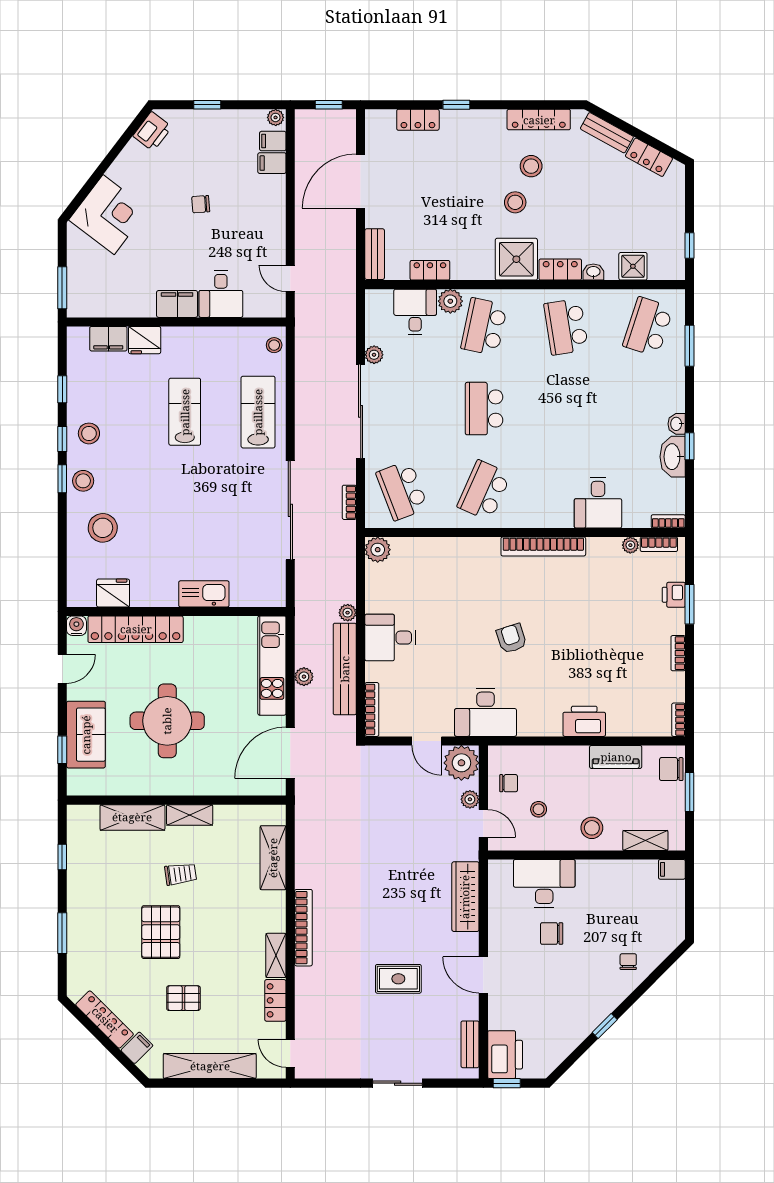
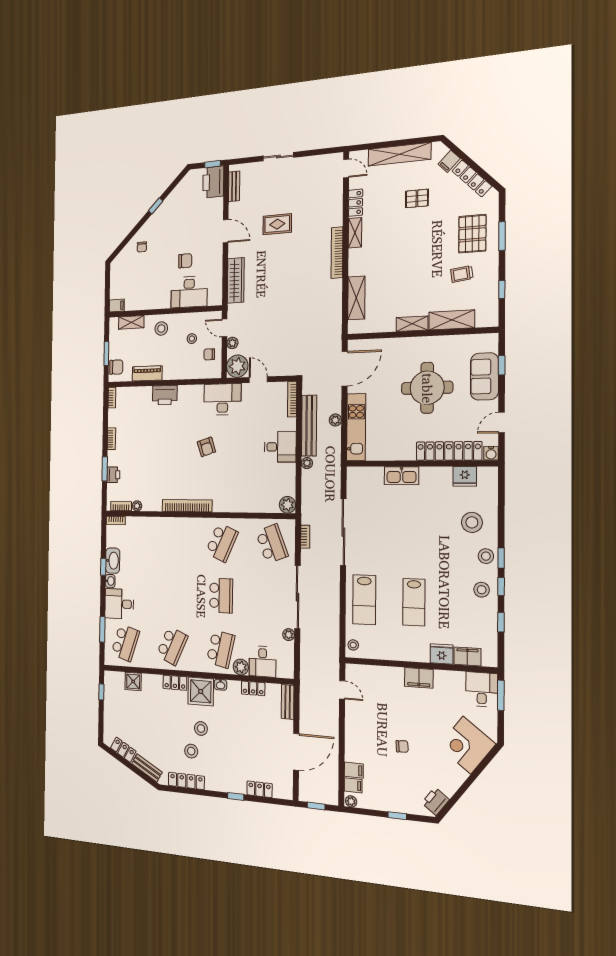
washbasin: (593, 272) -> (220, 685), moved
desk: (221, 294) -> (482, 689), moved
school desk: (566, 327) -> (172, 646), turned 33
desk: (598, 503) -> (119, 604), moved, turned -90
trolley: (181, 874) -> (462, 274), moved
pallet: (161, 932) -> (472, 234), moved

